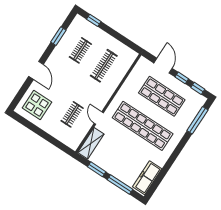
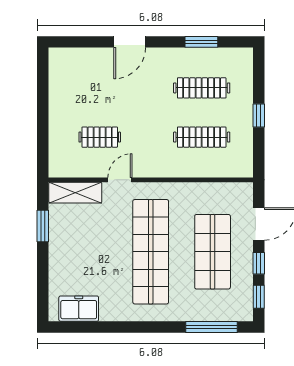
window: (94, 20) -> (259, 116), moved
clothes rail: (80, 50) -> (202, 88), width x1.36
display table: (37, 105) -> (80, 77), removed
freezer: (147, 178) -> (79, 309), width x0.71
window: (120, 185) -> (43, 275), removed

